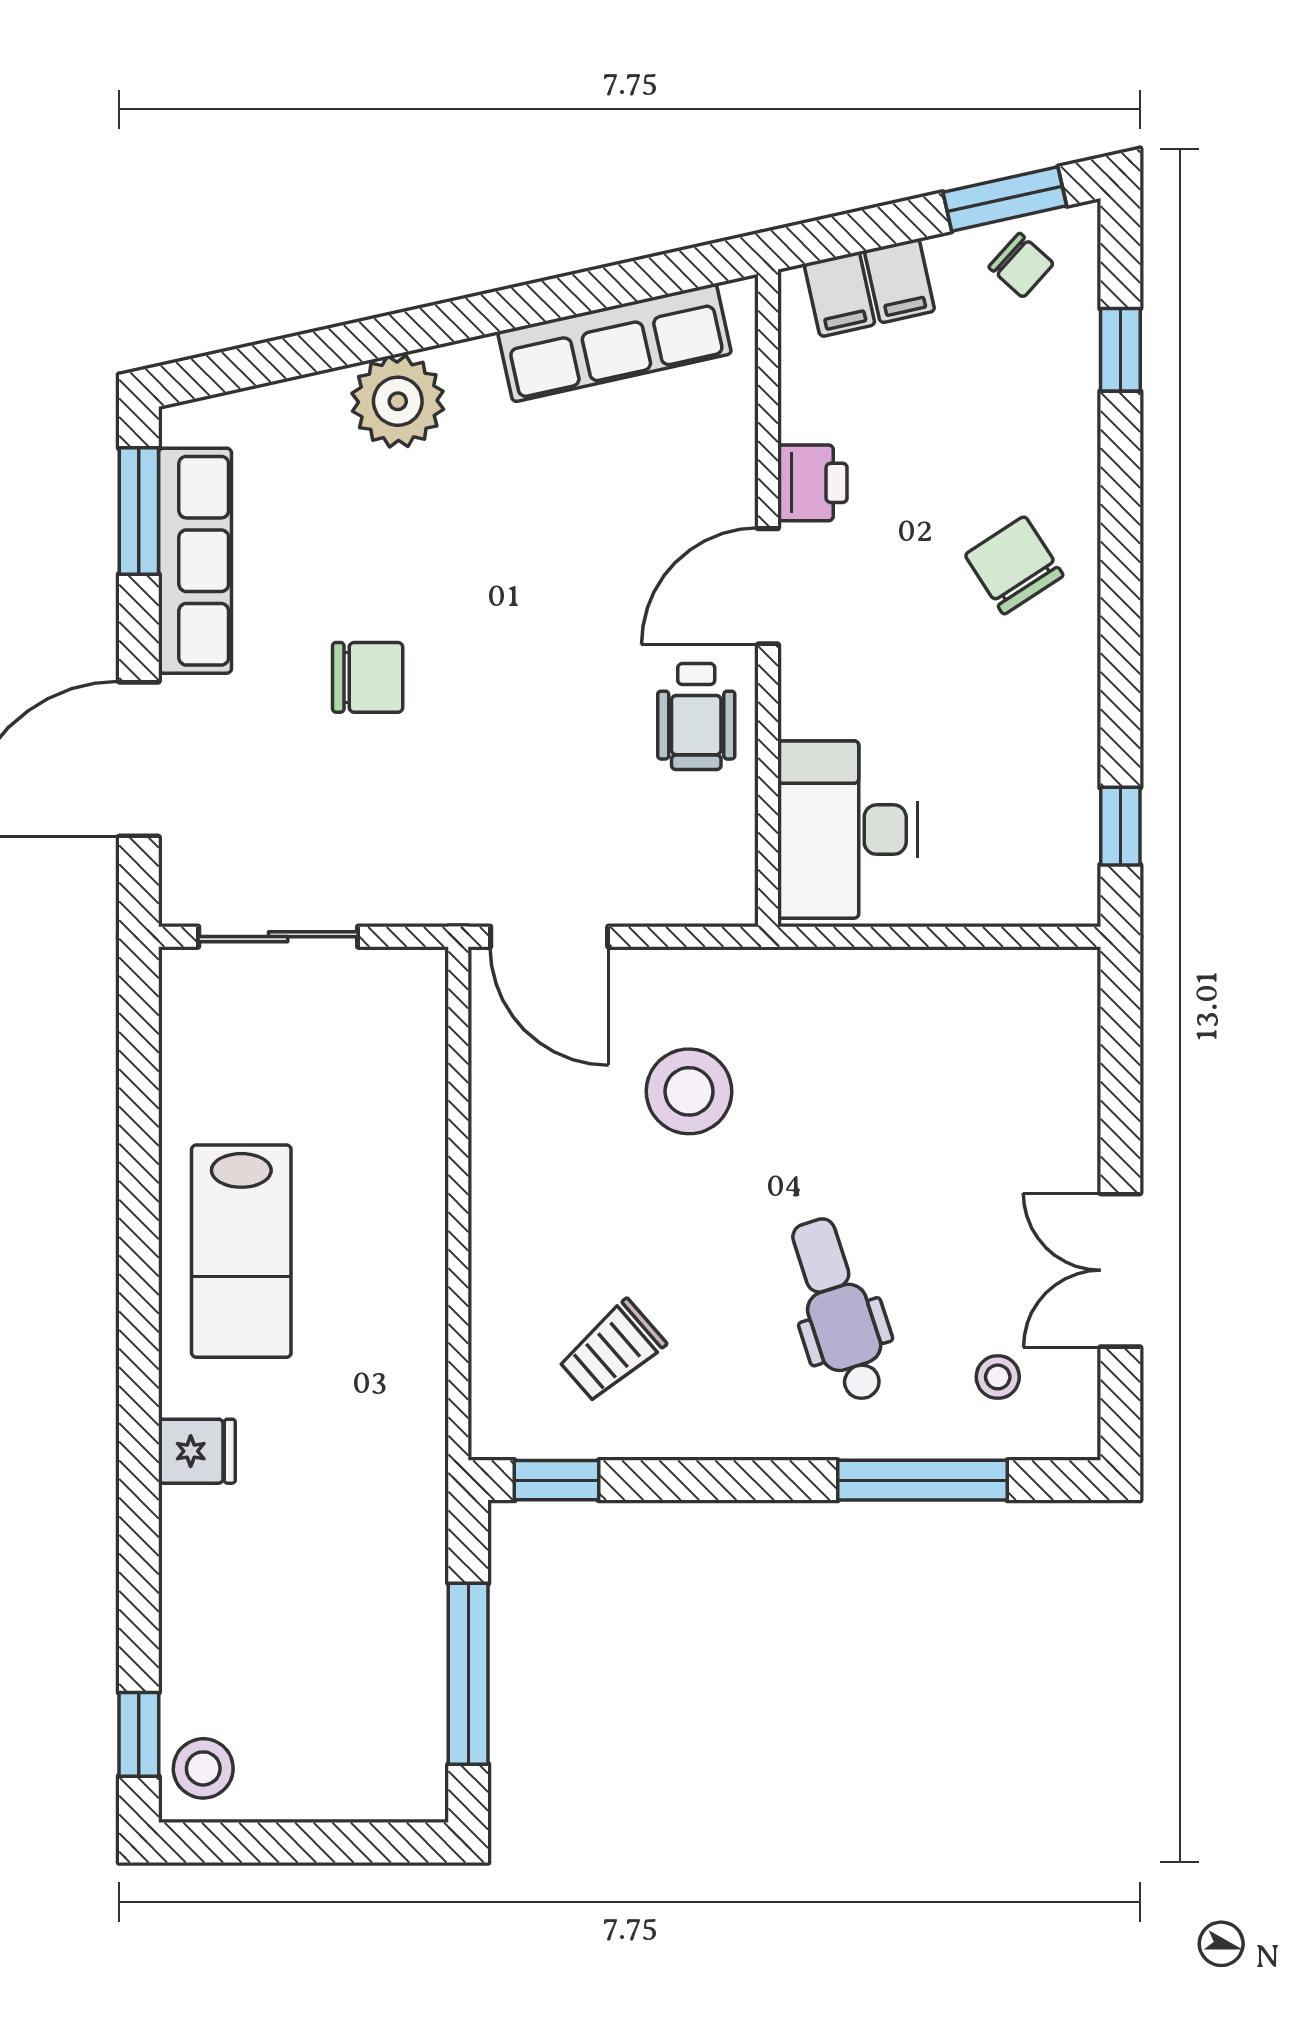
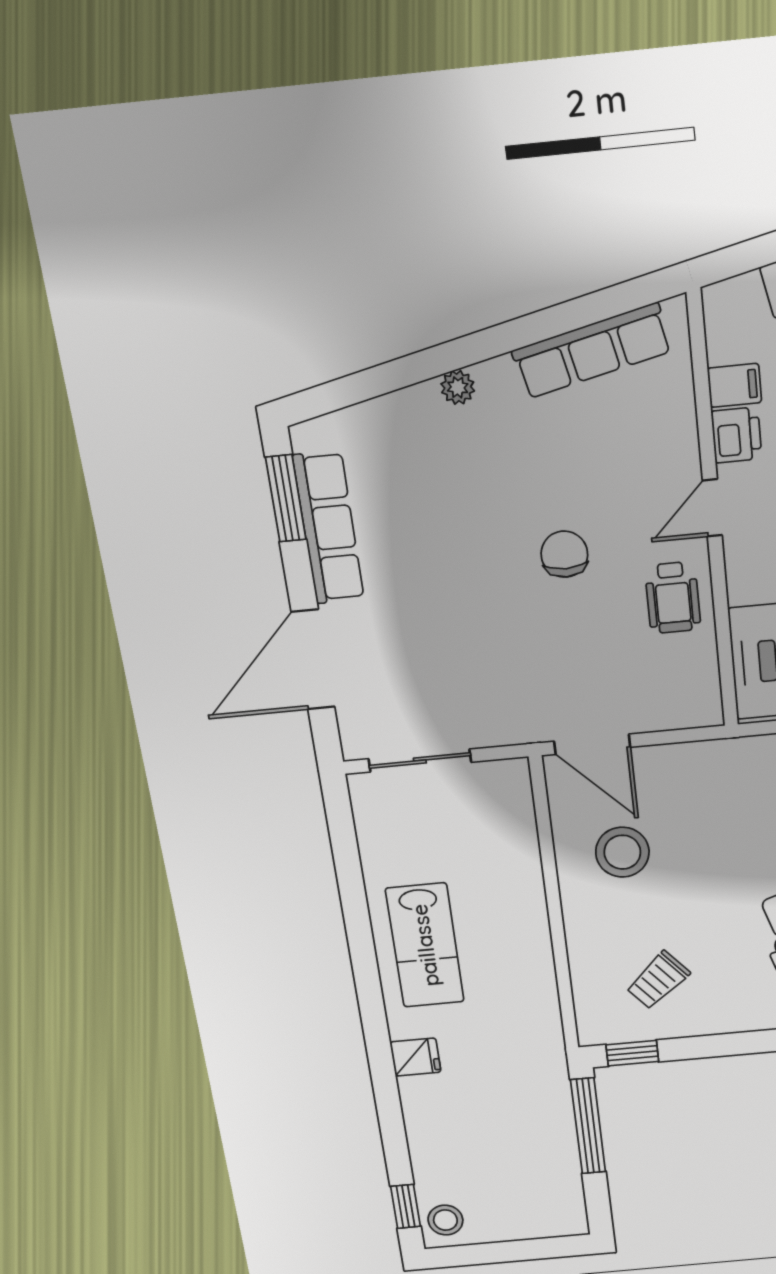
filing cabinet: (840, 294) -> (734, 385), moved, turned -78
plant: (398, 401) -> (458, 387), width x0.53, depth x0.53
door: (768, 586) -> (712, 508), width x0.73
chair: (368, 677) -> (564, 554), moved, turned -90
stool: (689, 1091) -> (622, 852), moved
window: (468, 1674) -> (588, 1126), moved

